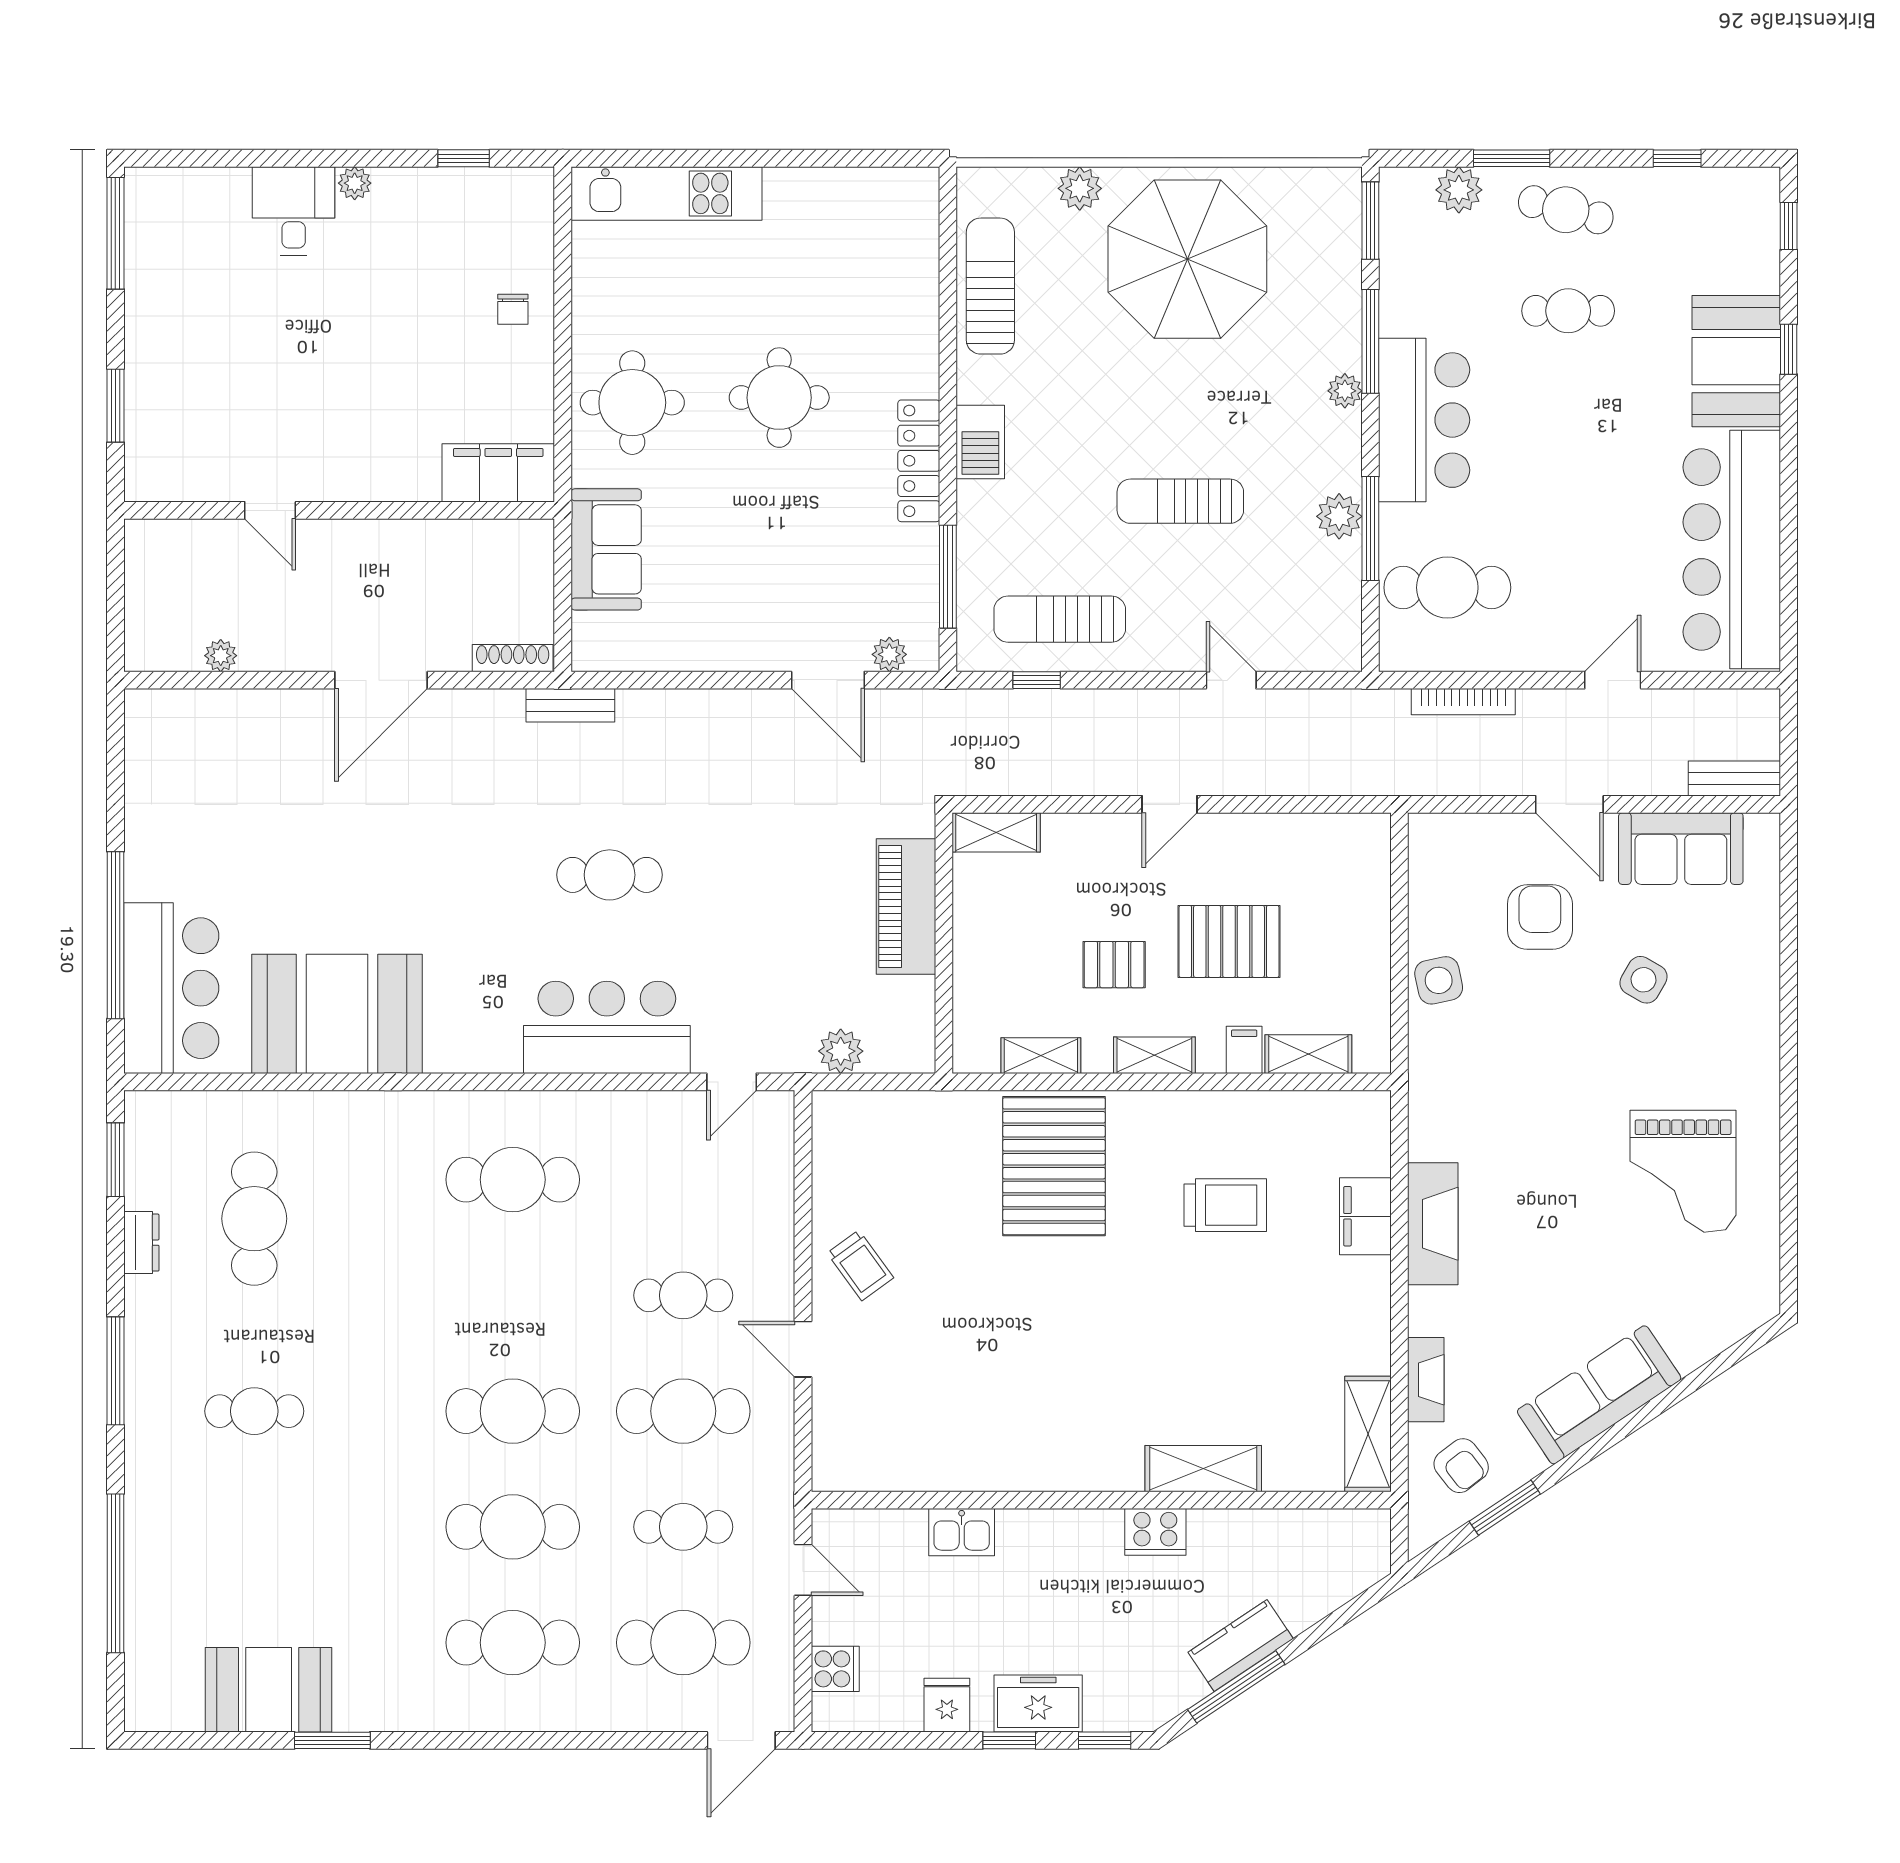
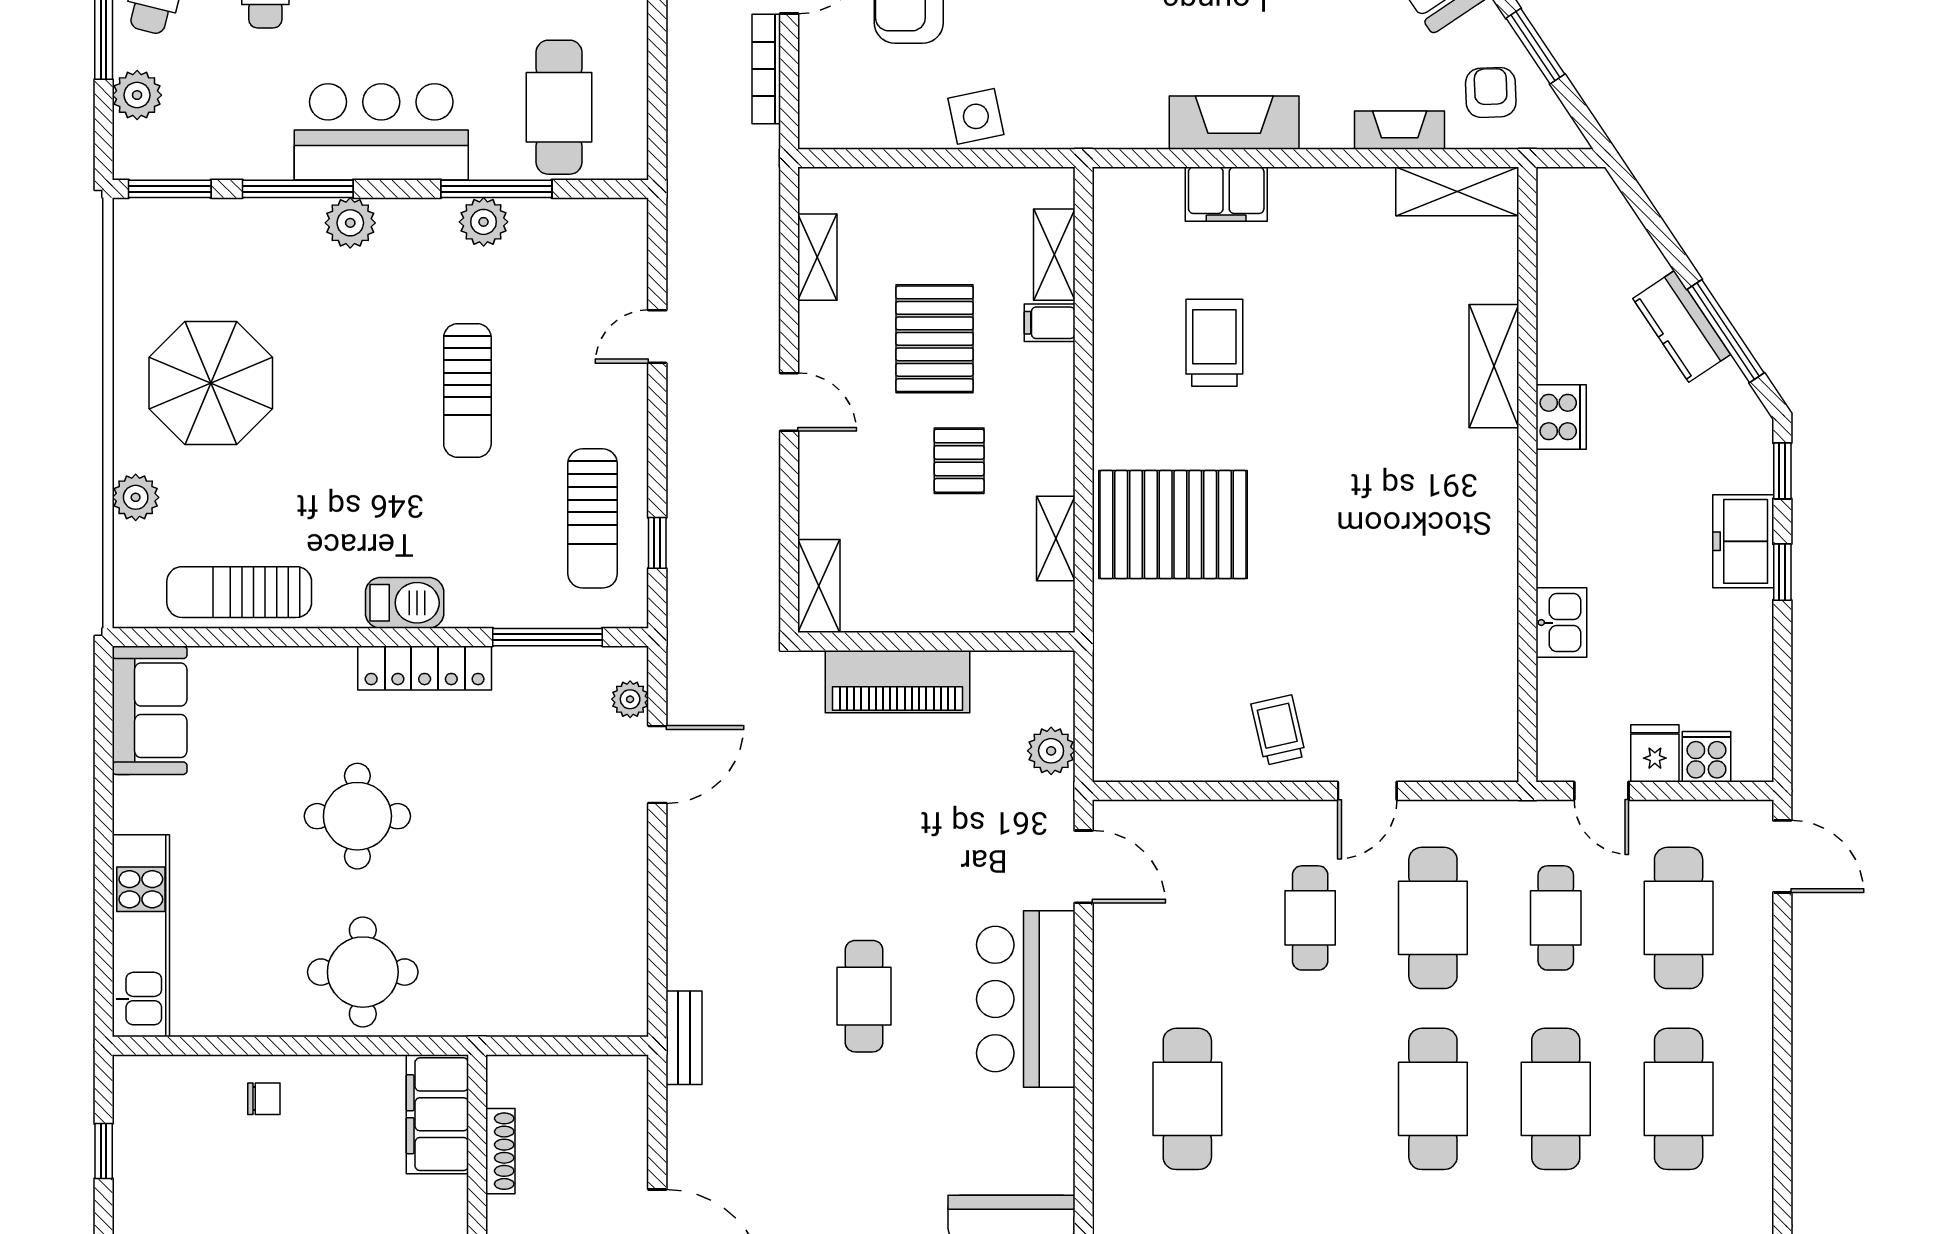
parasol: (1187, 259) -> (211, 383), width x0.73, depth x0.73
plant: (1345, 391) -> (350, 223), width x1.38, depth x1.38
sofa: (606, 549) -> (150, 710), moved, turned 90
shoe rack: (513, 658) -> (500, 1151), moved, turned 180
bookcase: (1463, 702) -> (766, 69), moved, turned 180
shelving: (1154, 1055) -> (817, 257), moved
door: (732, 1082) -> (1084, 867), width x1.38
trolley: (860, 1265) -> (1278, 730), turned -67
armchair: (1461, 1466) -> (1491, 92), turned -54
door: (803, 1570) -> (1601, 791), swing flipped
fridge: (947, 1705) -> (1655, 753), moved, turned 90

